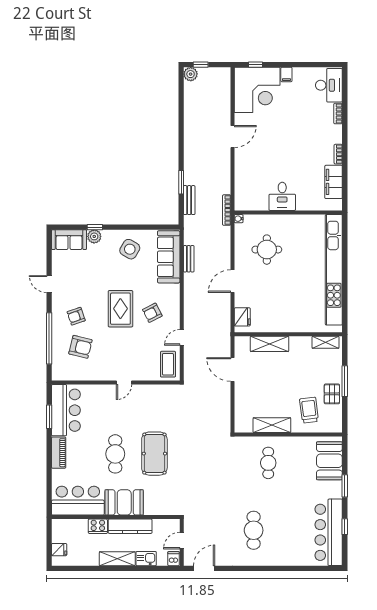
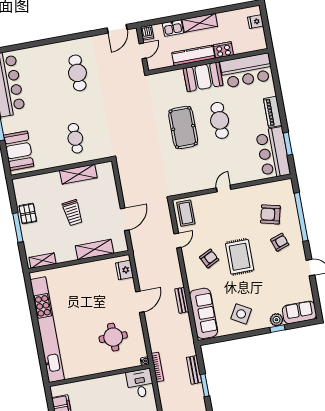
desk: (282, 196) -> (140, 383), moved
bench: (189, 259) -> (182, 300), moved
door: (232, 370) -> (125, 219), hinge flipped
trolley: (309, 410) -> (73, 213), moved

